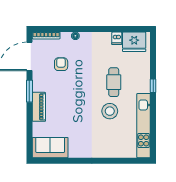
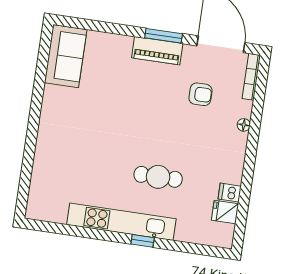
fridge: (134, 42) -> (225, 212), width x0.53, depth x0.75
piano: (39, 107) -> (157, 51), moved
stool: (110, 111) -> (111, 163), removed
kitchen unit: (144, 126) -> (121, 222), moved

